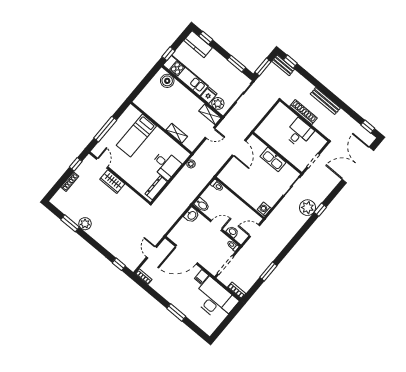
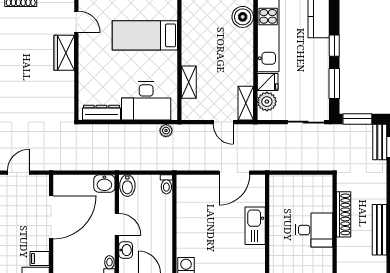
window: (206, 38) -> (334, 46), moved
door: (102, 163) -> (76, 22), hinge flipped
desk: (166, 165) -> (146, 101), width x1.37
door: (186, 255) -> (51, 217), swing flipped

